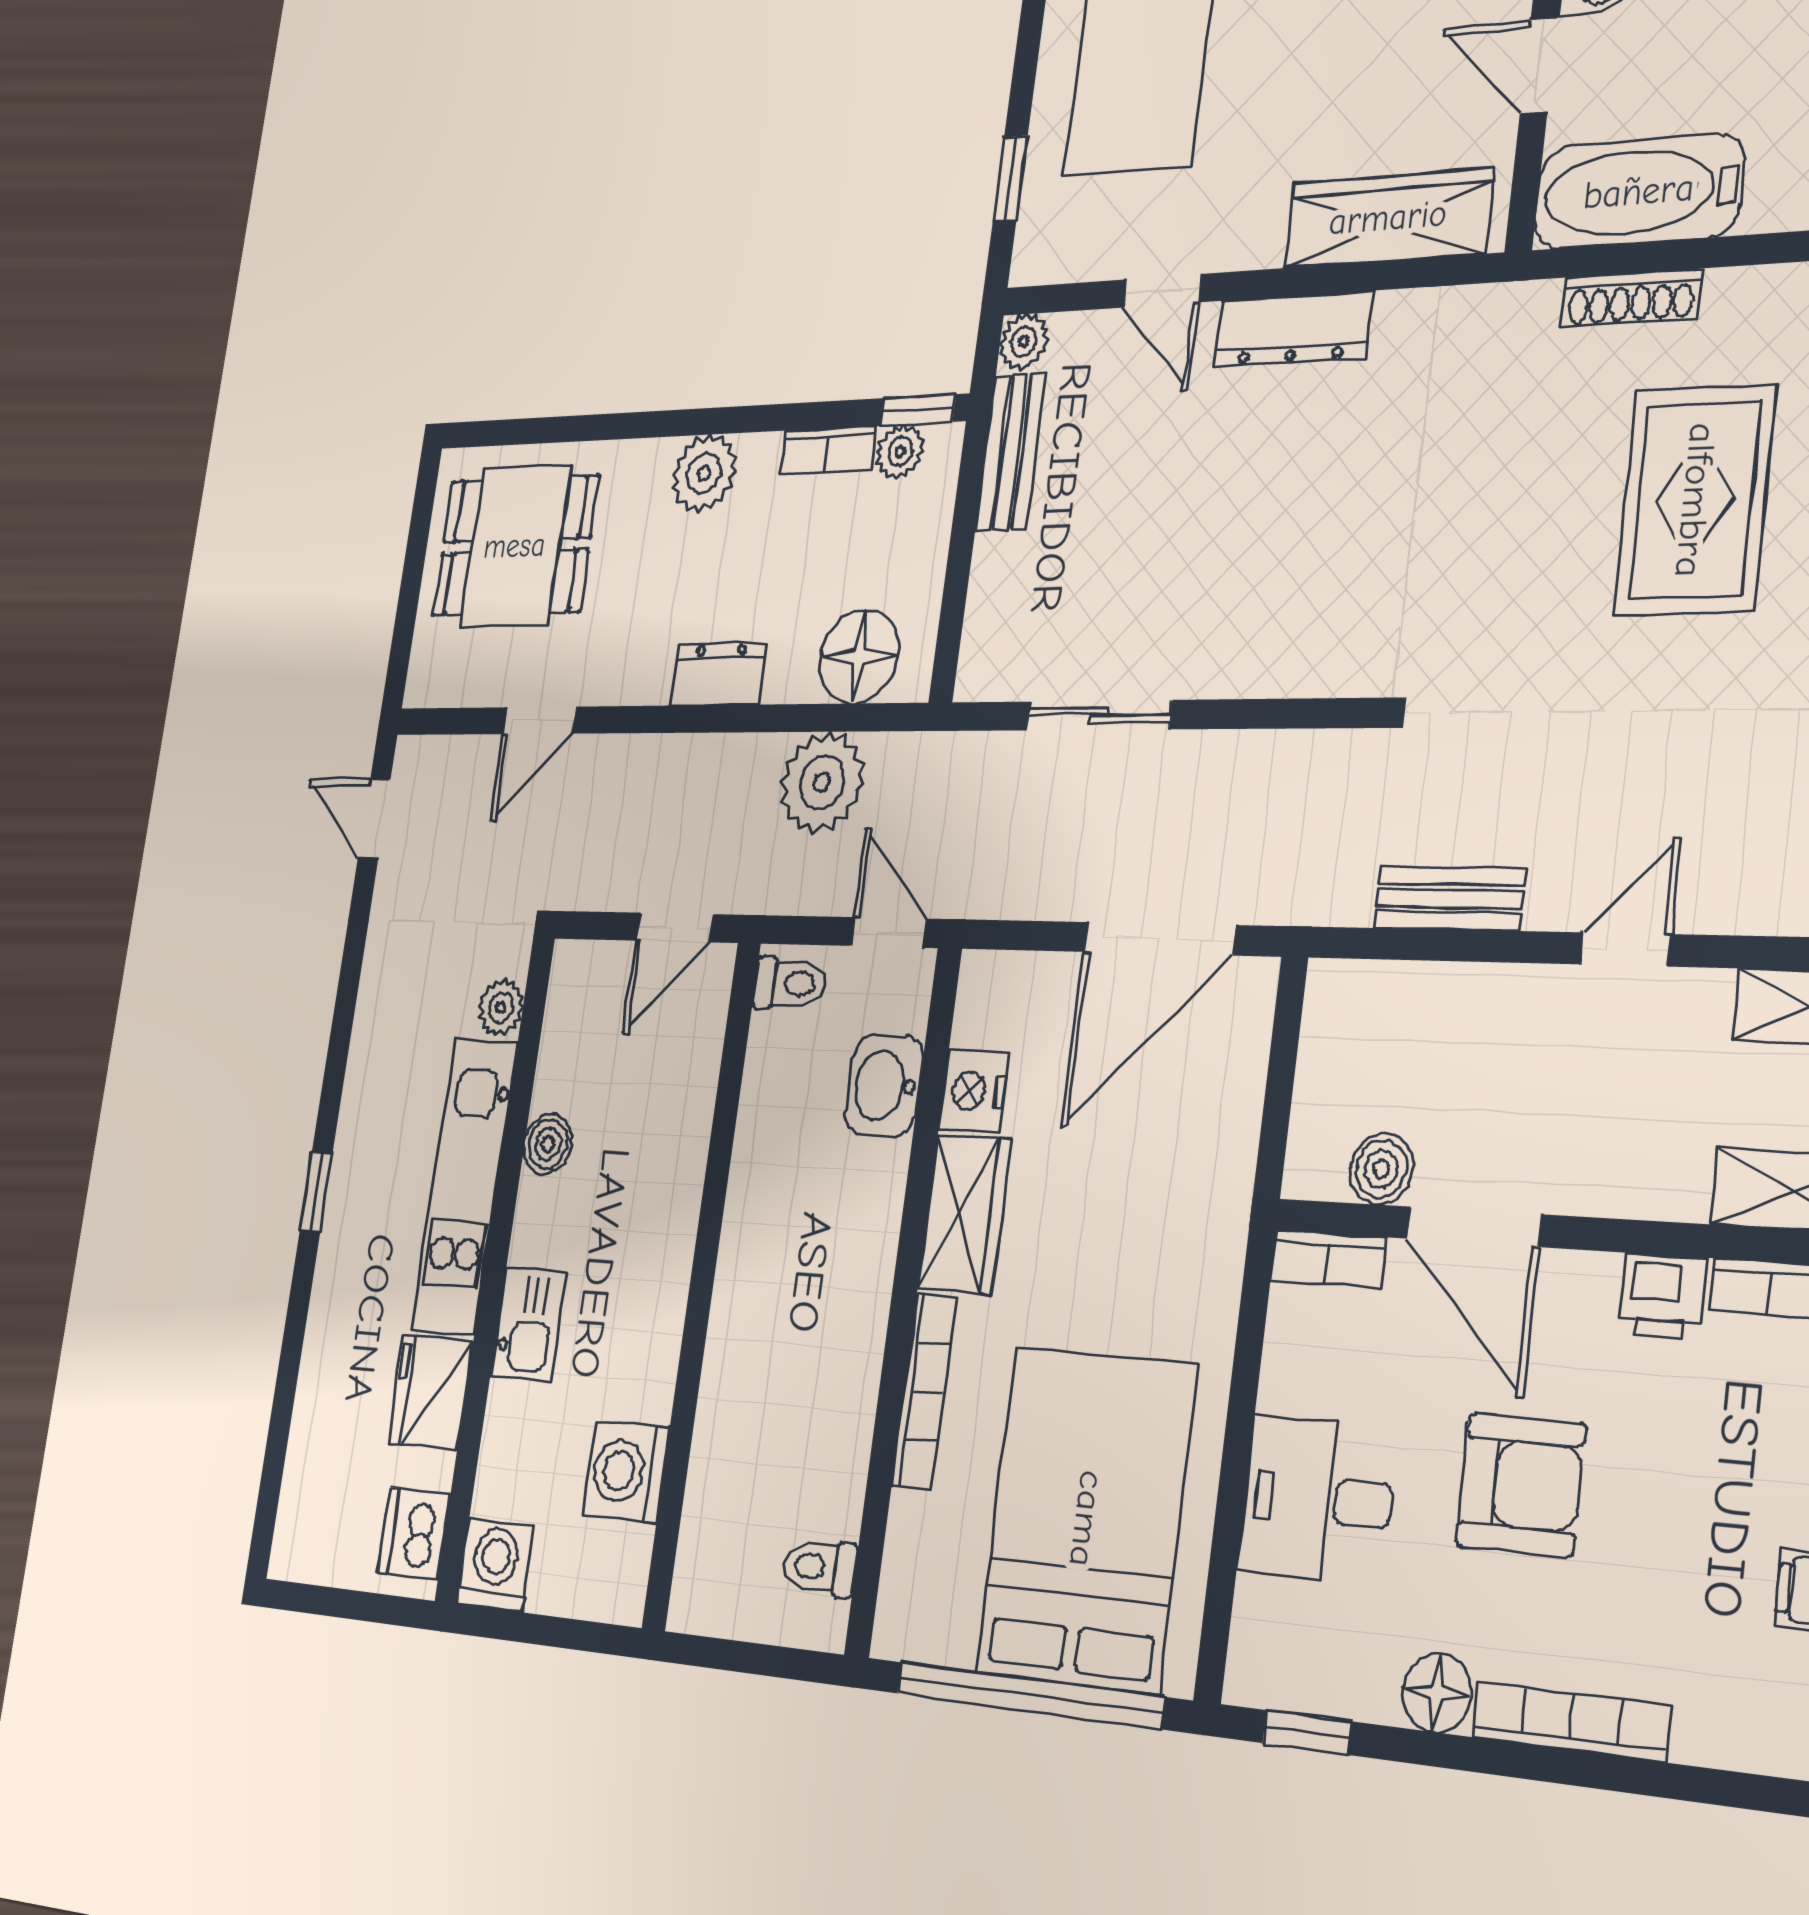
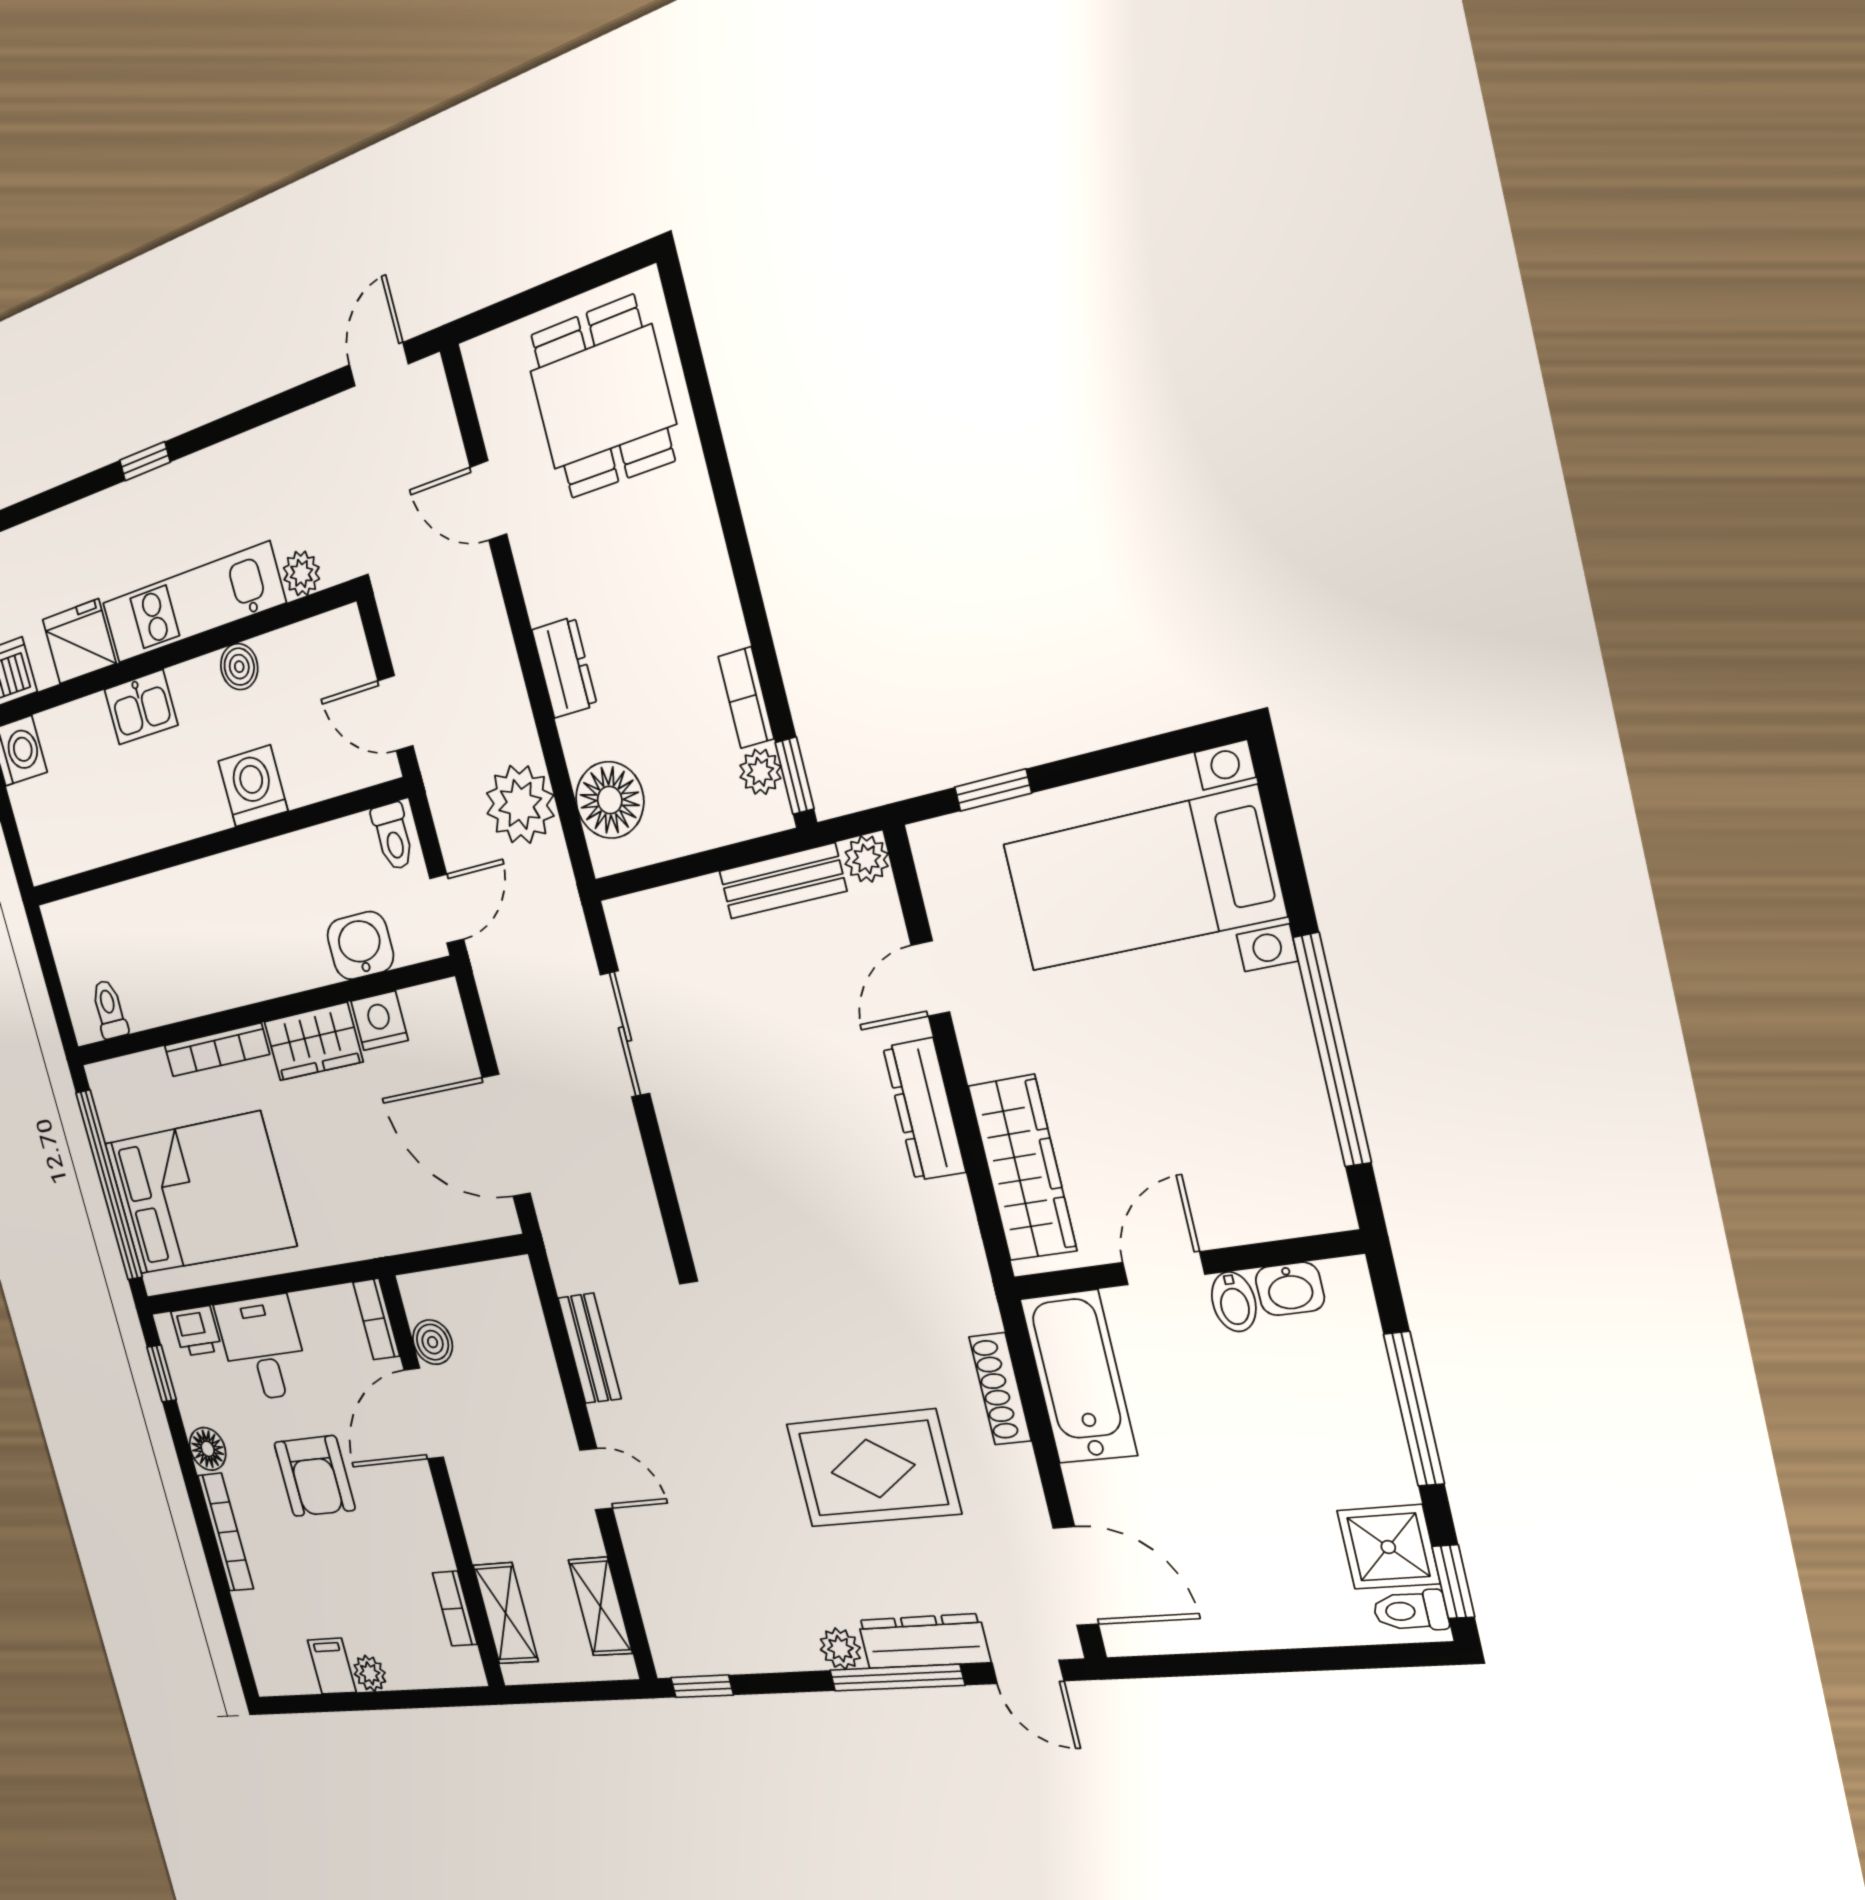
plant: (704, 473) -> (701, 575), removed
printer: (1663, 1296) -> (196, 1331), moved, turned -90
washing machine: (626, 1471) -> (253, 786), moved

